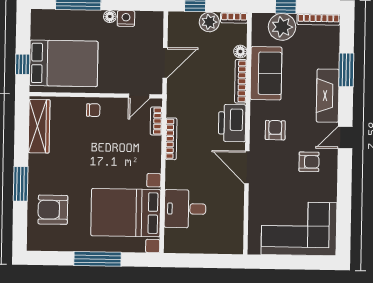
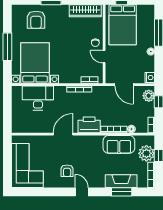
nightstand: (126, 19) -> (150, 78), moved
plant: (209, 22) -> (149, 96), moved
door: (139, 96) -> (104, 57), moved
fireplace: (328, 96) -> (121, 181), moved
armchair: (275, 130) -> (85, 150), removed
desk: (185, 209) -> (38, 98), width x1.37
armchair: (53, 210) -> (36, 20), turned 180

